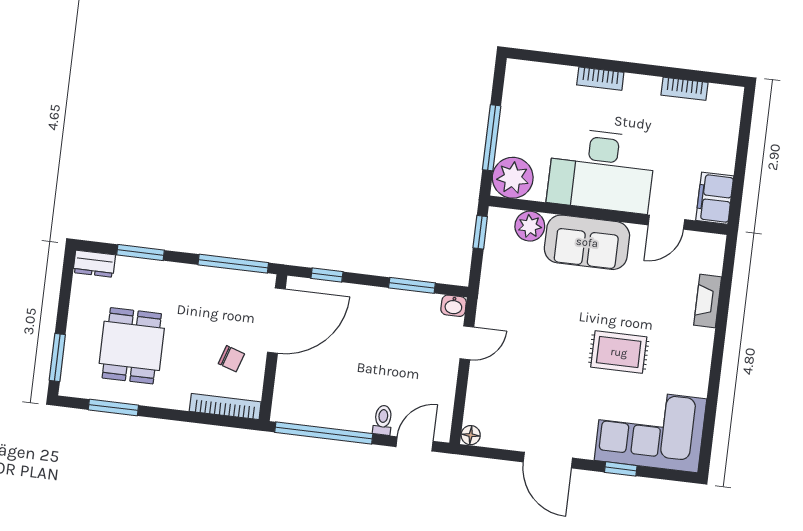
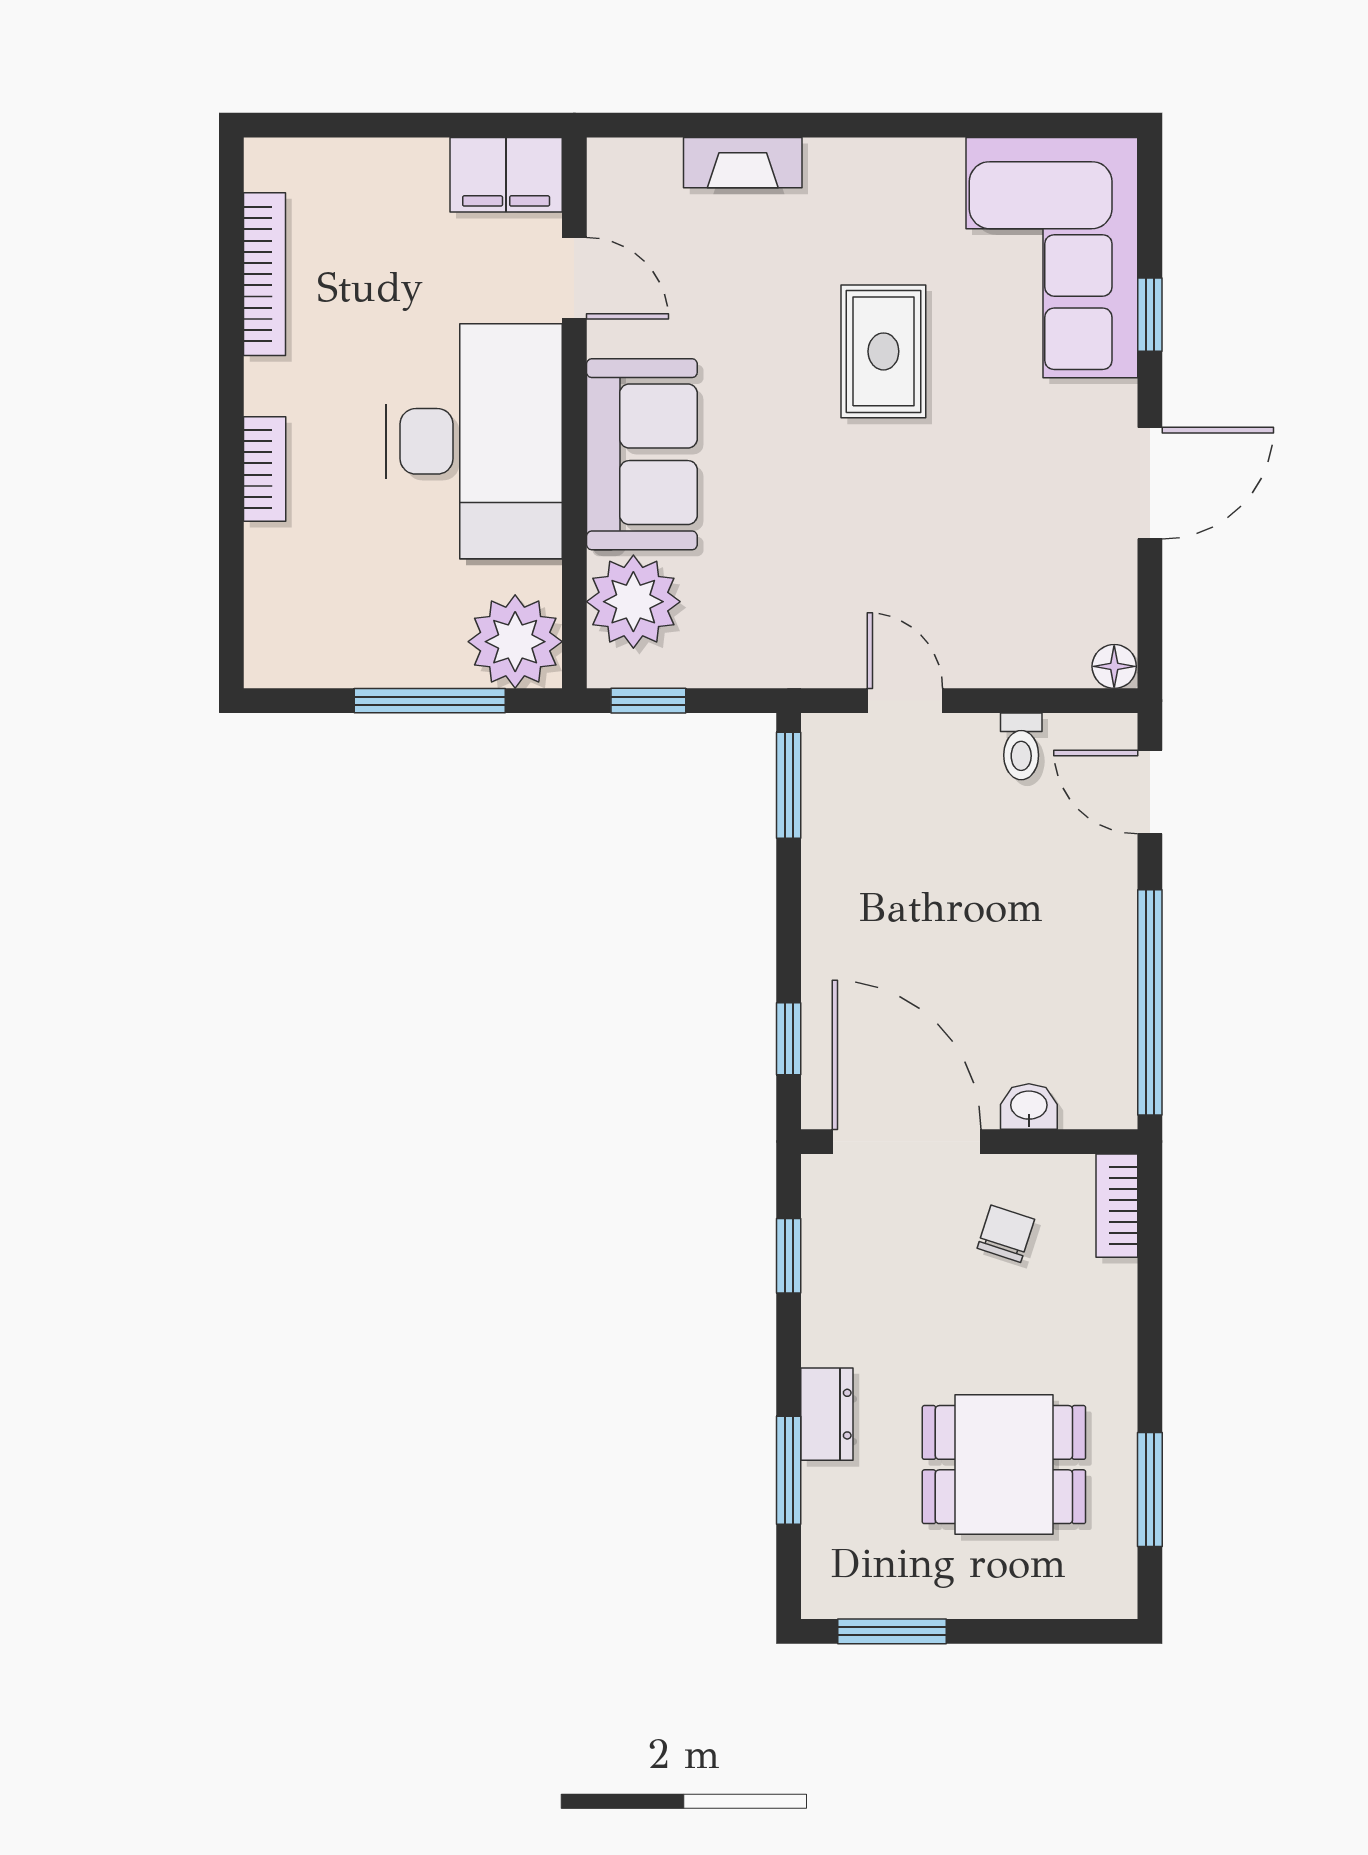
bookcase: (684, 89) -> (265, 274), width x1.56
plant: (530, 226) -> (633, 602), width x1.36, depth x1.36
dresser: (94, 264) -> (827, 1414), moved
window: (233, 264) -> (789, 1256), width x0.46
window: (412, 285) -> (789, 785), moved
washbasin: (454, 306) -> (1029, 1106), moved, turned -90
window: (57, 358) -> (892, 1631), moved
bookcase: (225, 407) -> (1117, 1206), width x0.64
toilet: (383, 420) -> (1021, 746), moved, turned -90

